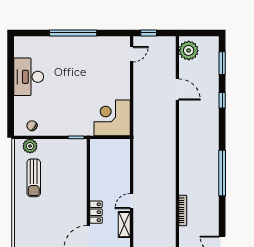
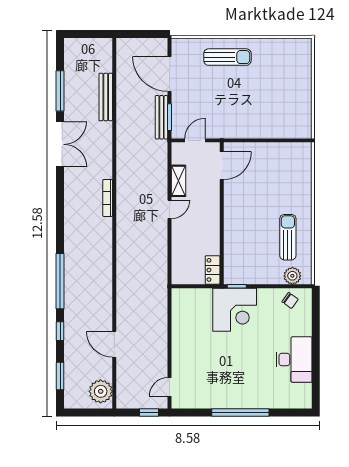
corner desk: (112, 118) -> (235, 310), moved
window: (222, 173) -> (60, 281), moved
locker: (96, 212) -> (213, 270), moved

